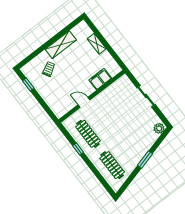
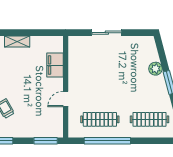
window: (48, 110) -> (46, 141), added
plant: (159, 128) -> (156, 69), moved
window: (78, 149) -> (107, 141), width x3.17

